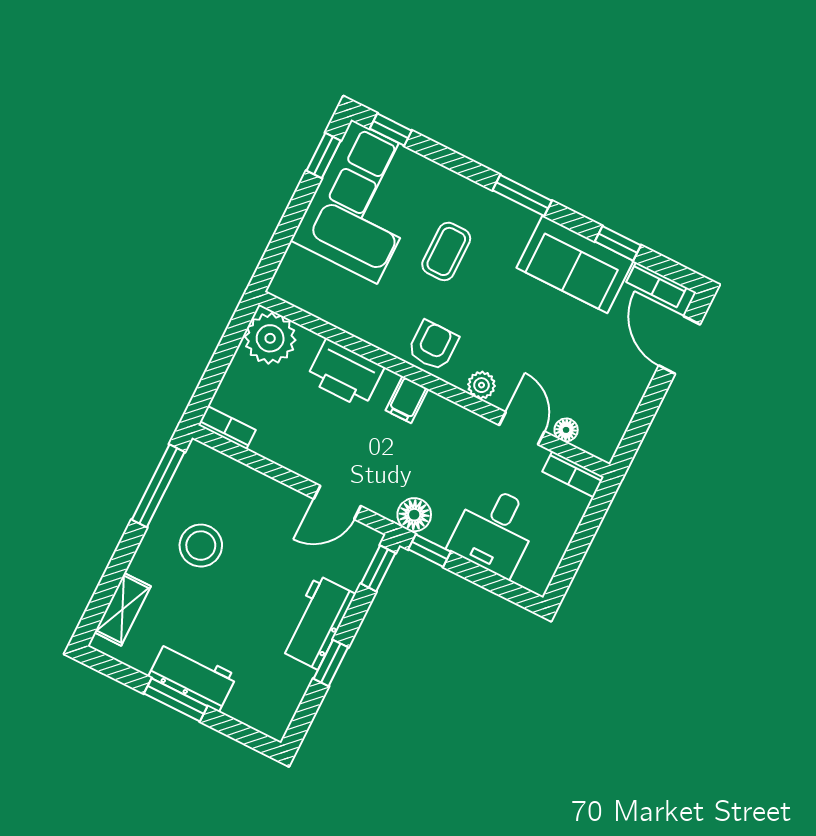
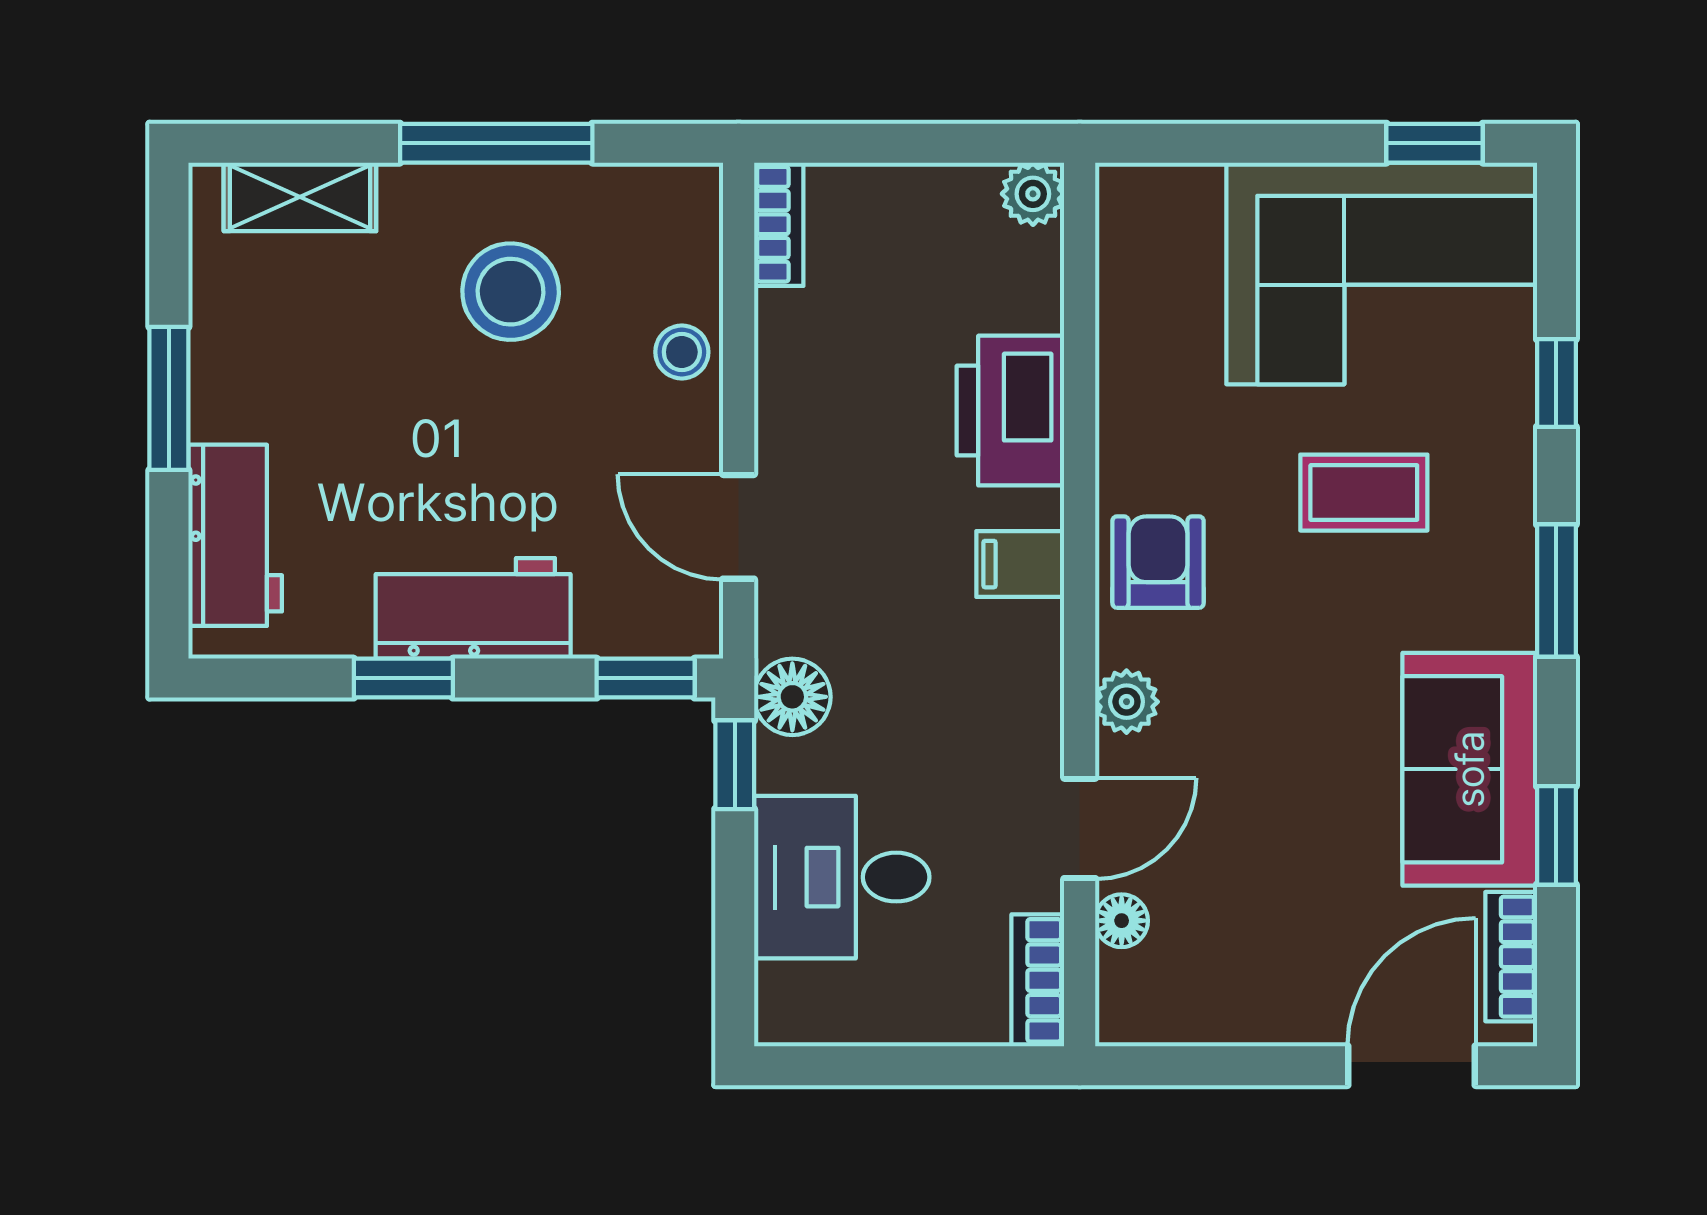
window: (391, 130) -> (1556, 383), moved
plant: (270, 338) -> (1033, 194), width x0.53, depth x0.53
armchair: (433, 346) -> (1158, 562), turned -90
window: (158, 486) -> (496, 143), moved
stool: (258, 490) -> (682, 352), added
workbench: (193, 676) -> (235, 535), moved

